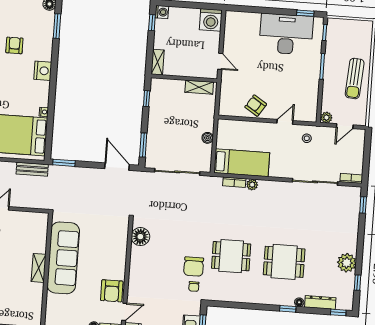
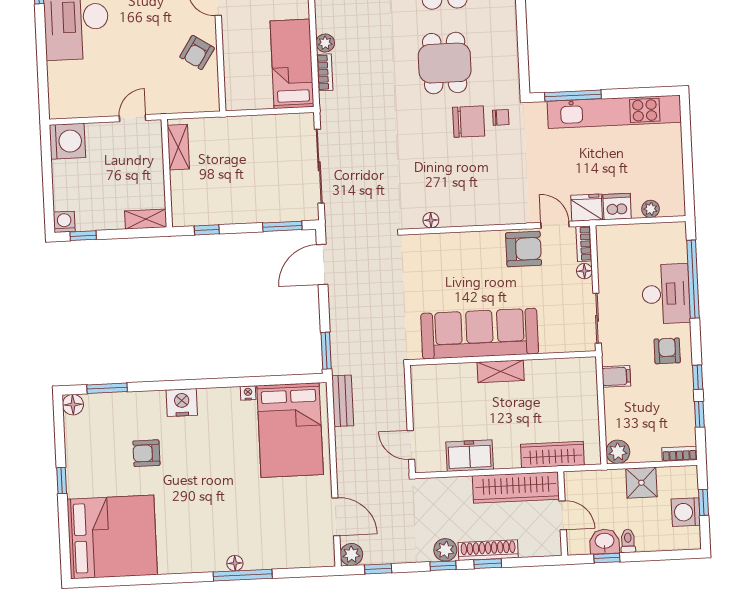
boiler: (208, 138) -> (258, 124), removed
floor lamp: (140, 237) -> (431, 220), width x0.53, depth x0.53

